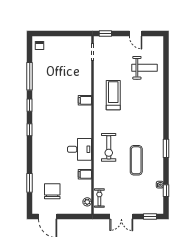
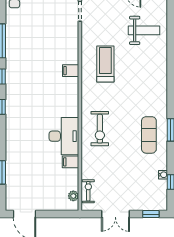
desk: (80, 149) -> (64, 136), width x1.37
exercise mat: (136, 160) -> (149, 135), moved
chair: (52, 191) -> (30, 183), removed

